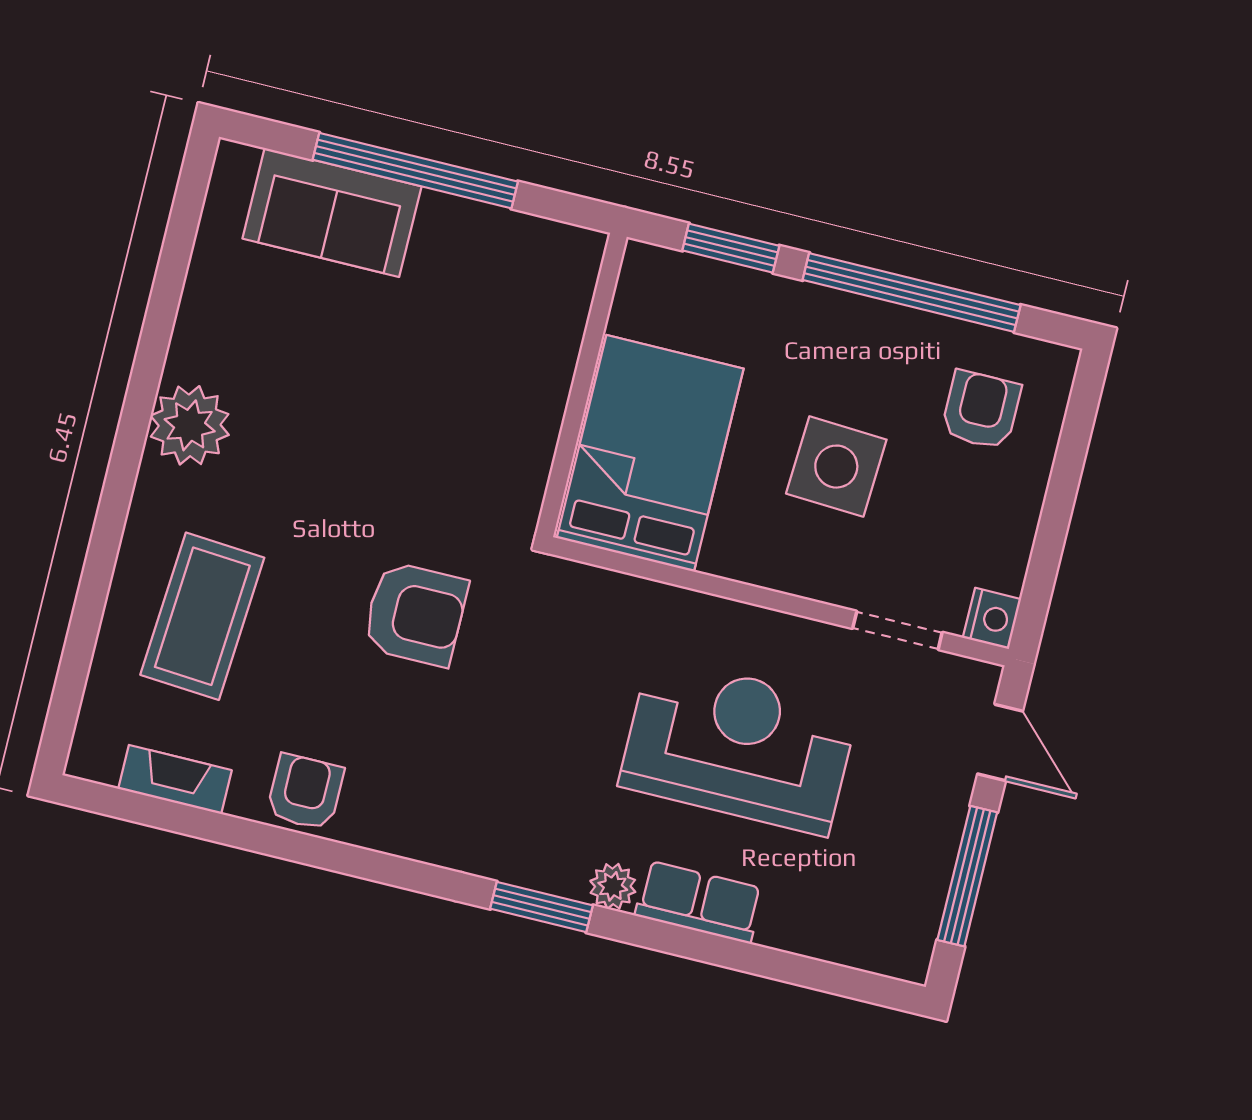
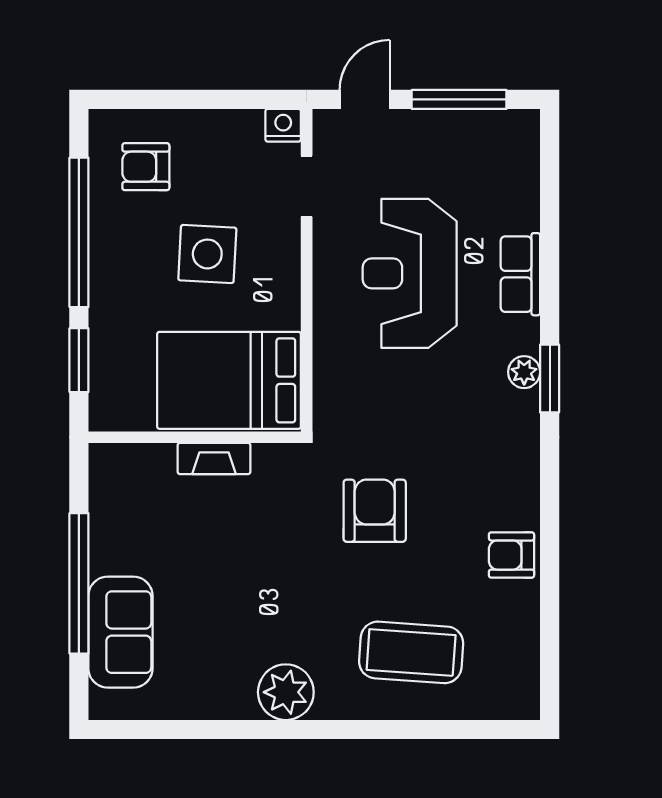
fireplace: (175, 779) -> (214, 458), moved, turned -90
plant: (613, 886) -> (524, 372), moved

